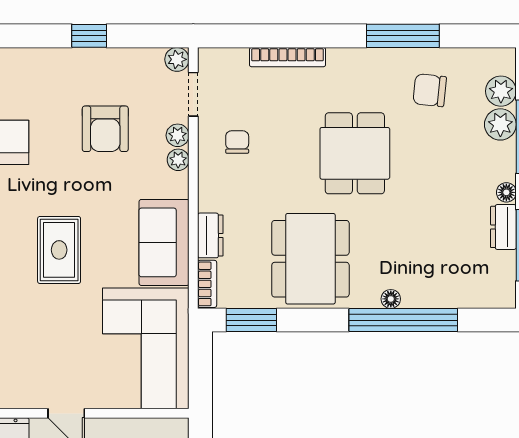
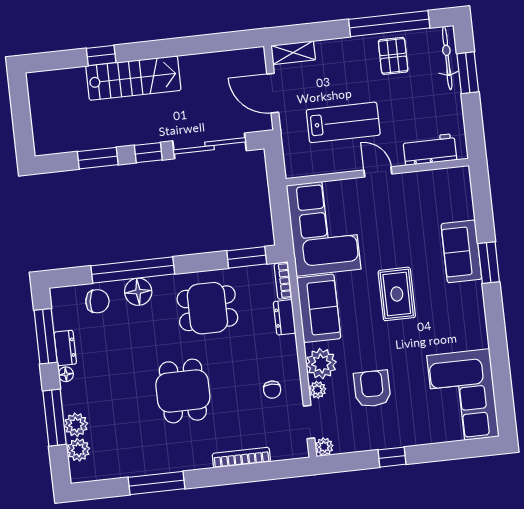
chair: (430, 90) -> (97, 301), moved
plant: (178, 160) -> (321, 364), width x1.88, depth x1.88
dining table: (310, 259) -> (207, 308), width x0.73
floor lamp: (391, 299) -> (138, 292), width x1.89, depth x1.89

